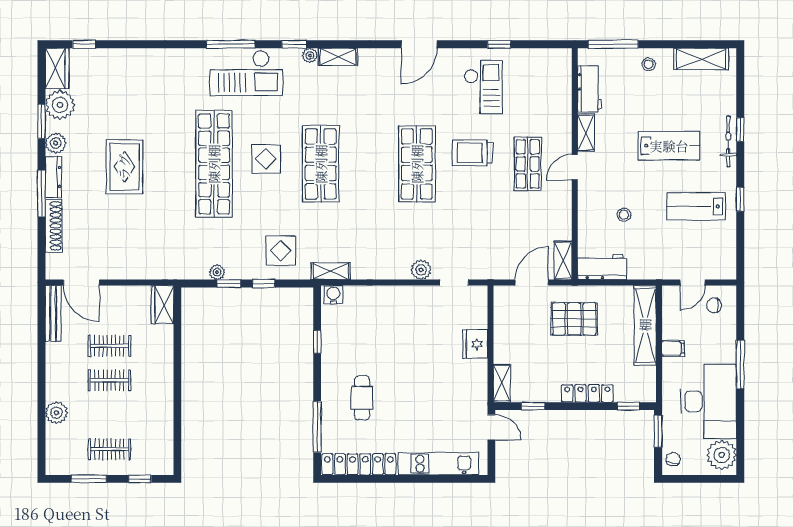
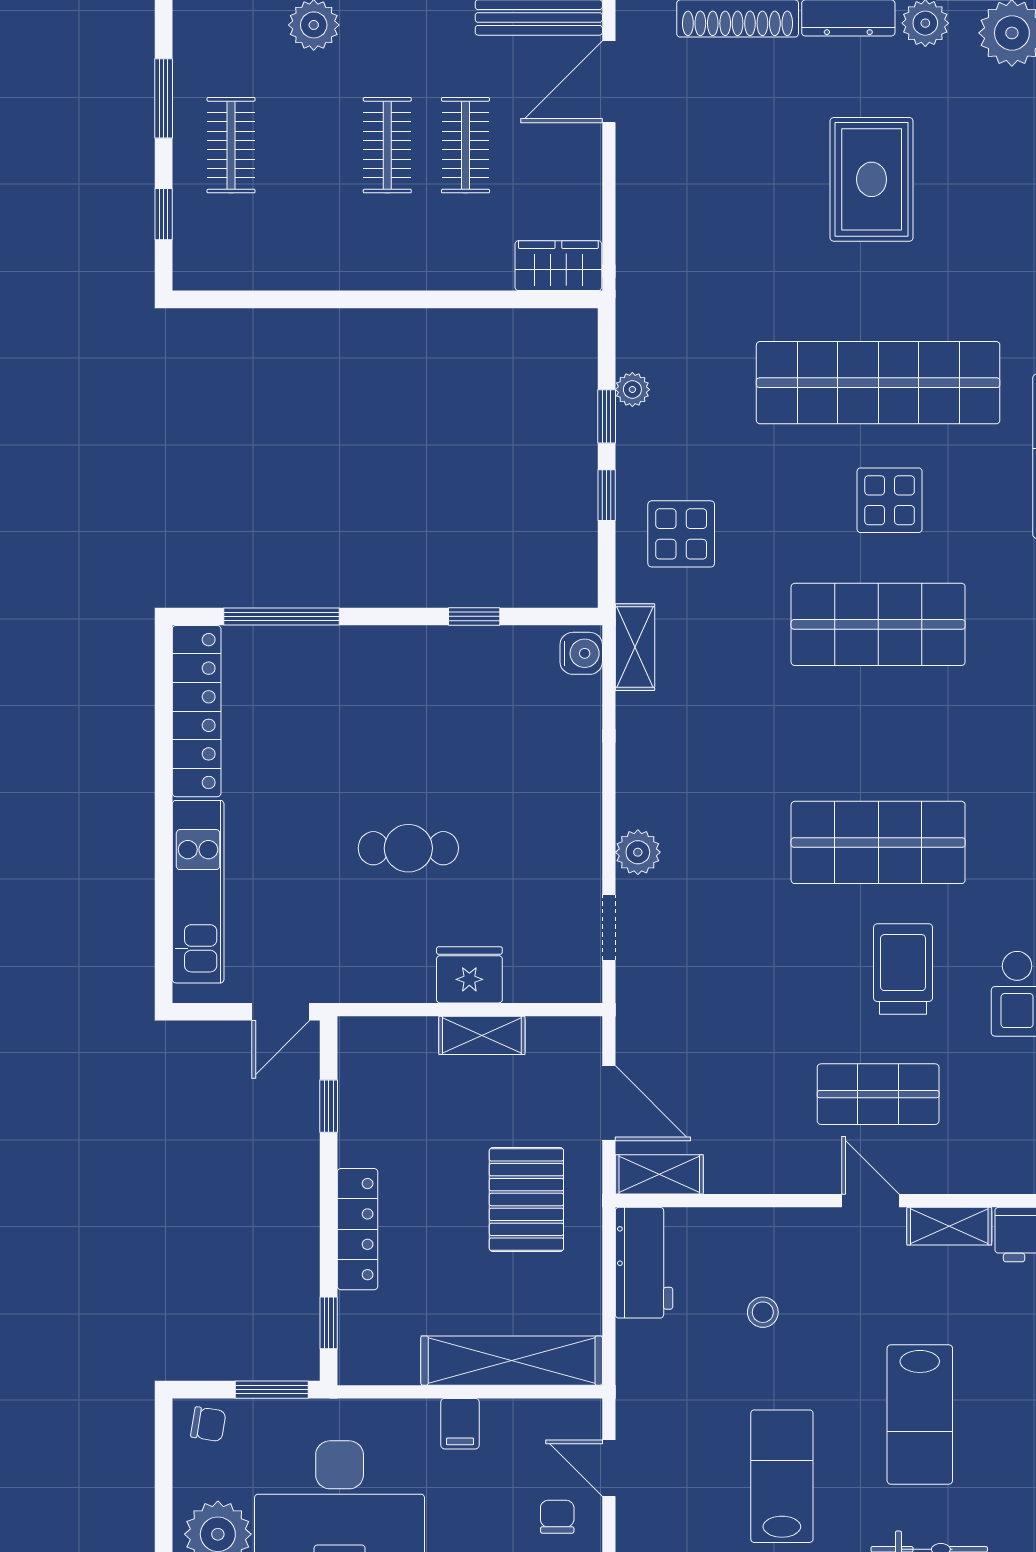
rug: (124, 167) -> (872, 179), turned 90
shelving: (502, 383) -> (482, 1035), moved
cafe table: (362, 398) -> (408, 848), moved

